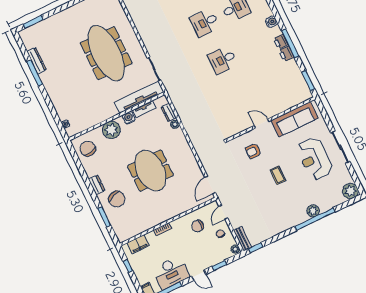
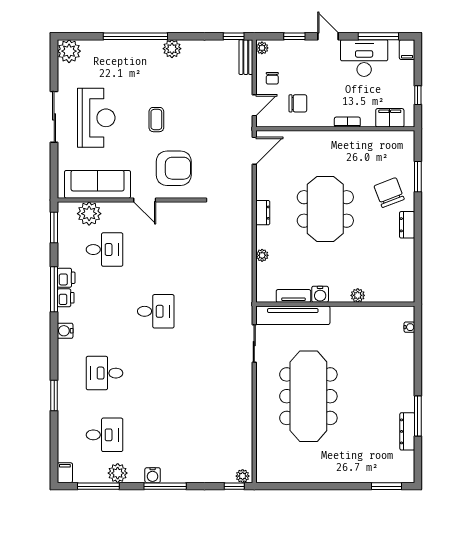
desk: (205, 23) -> (105, 250), moved
plant: (291, 99) -> (89, 214), added
dresser: (169, 113) -> (263, 213), moved
plant: (111, 130) -> (358, 295), width x0.53, depth x0.53
chair: (88, 149) -> (395, 279), removed
armchair: (253, 151) -> (174, 168), width x1.88, depth x1.88
plant: (313, 211) -> (172, 49), moved

